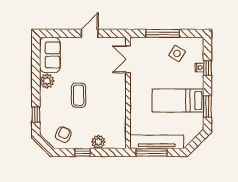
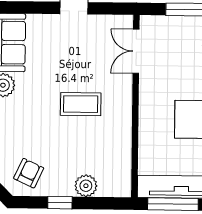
coffee table: (79, 95) -> (81, 104), moved, turned 90

